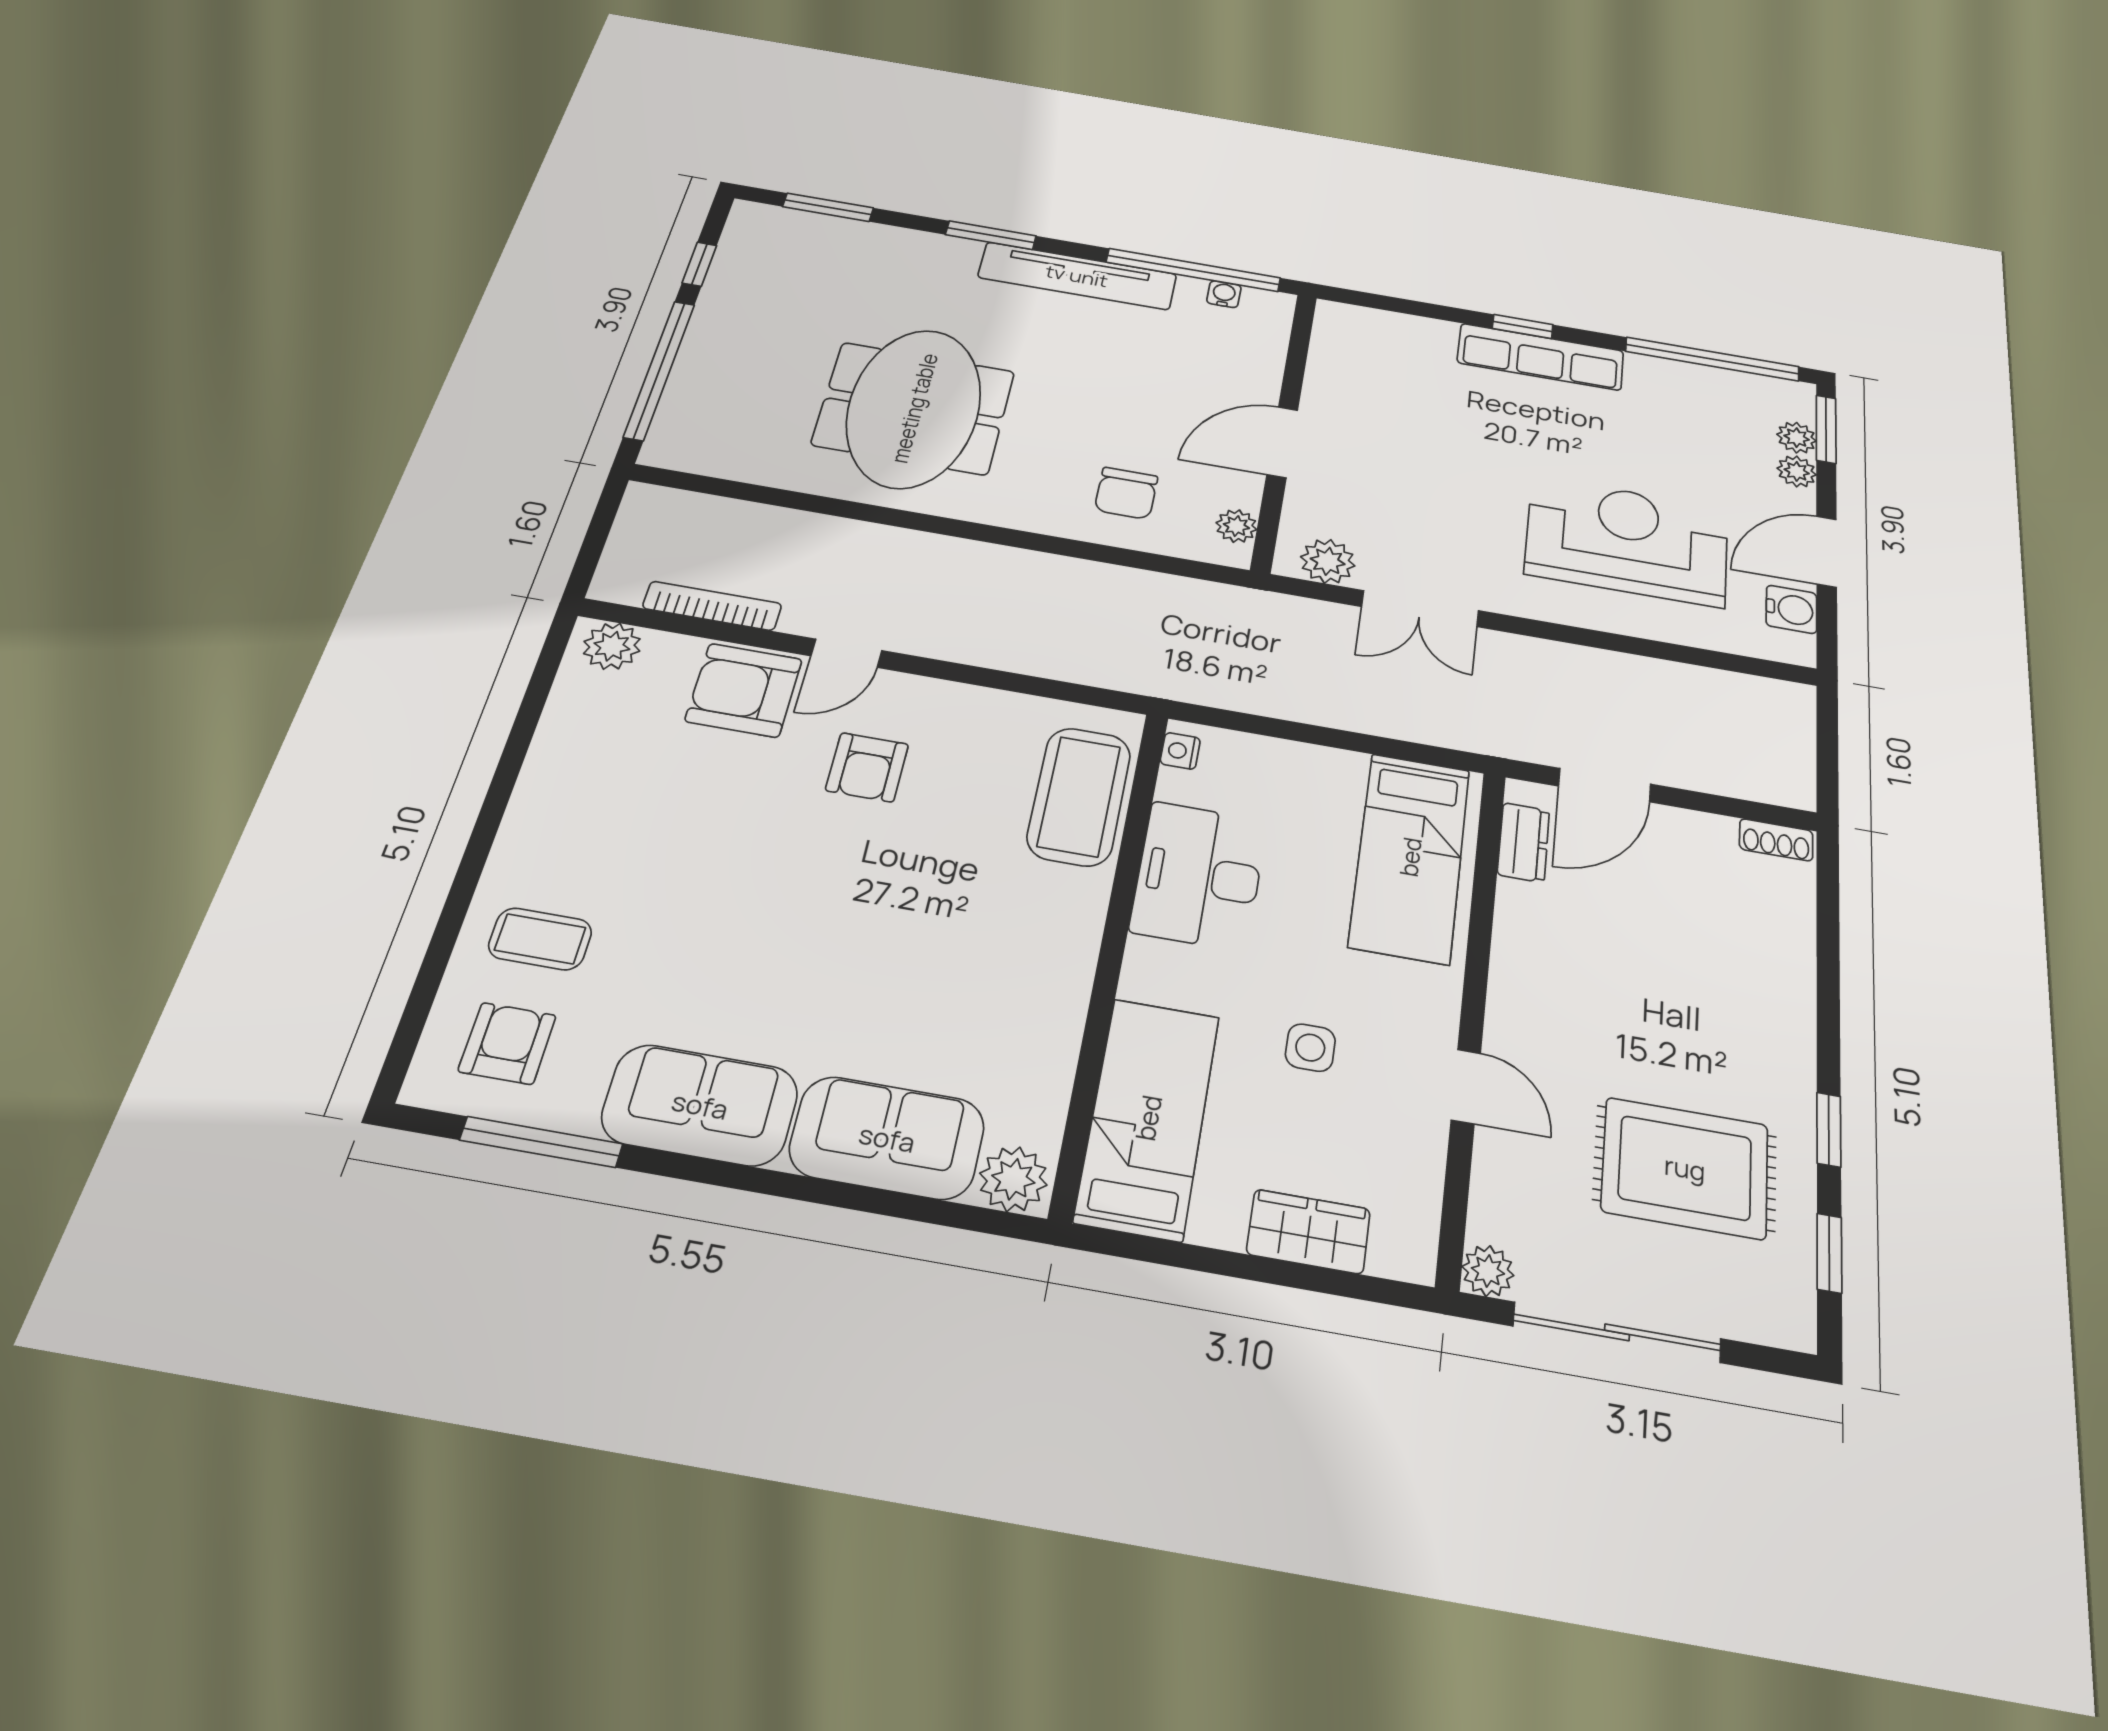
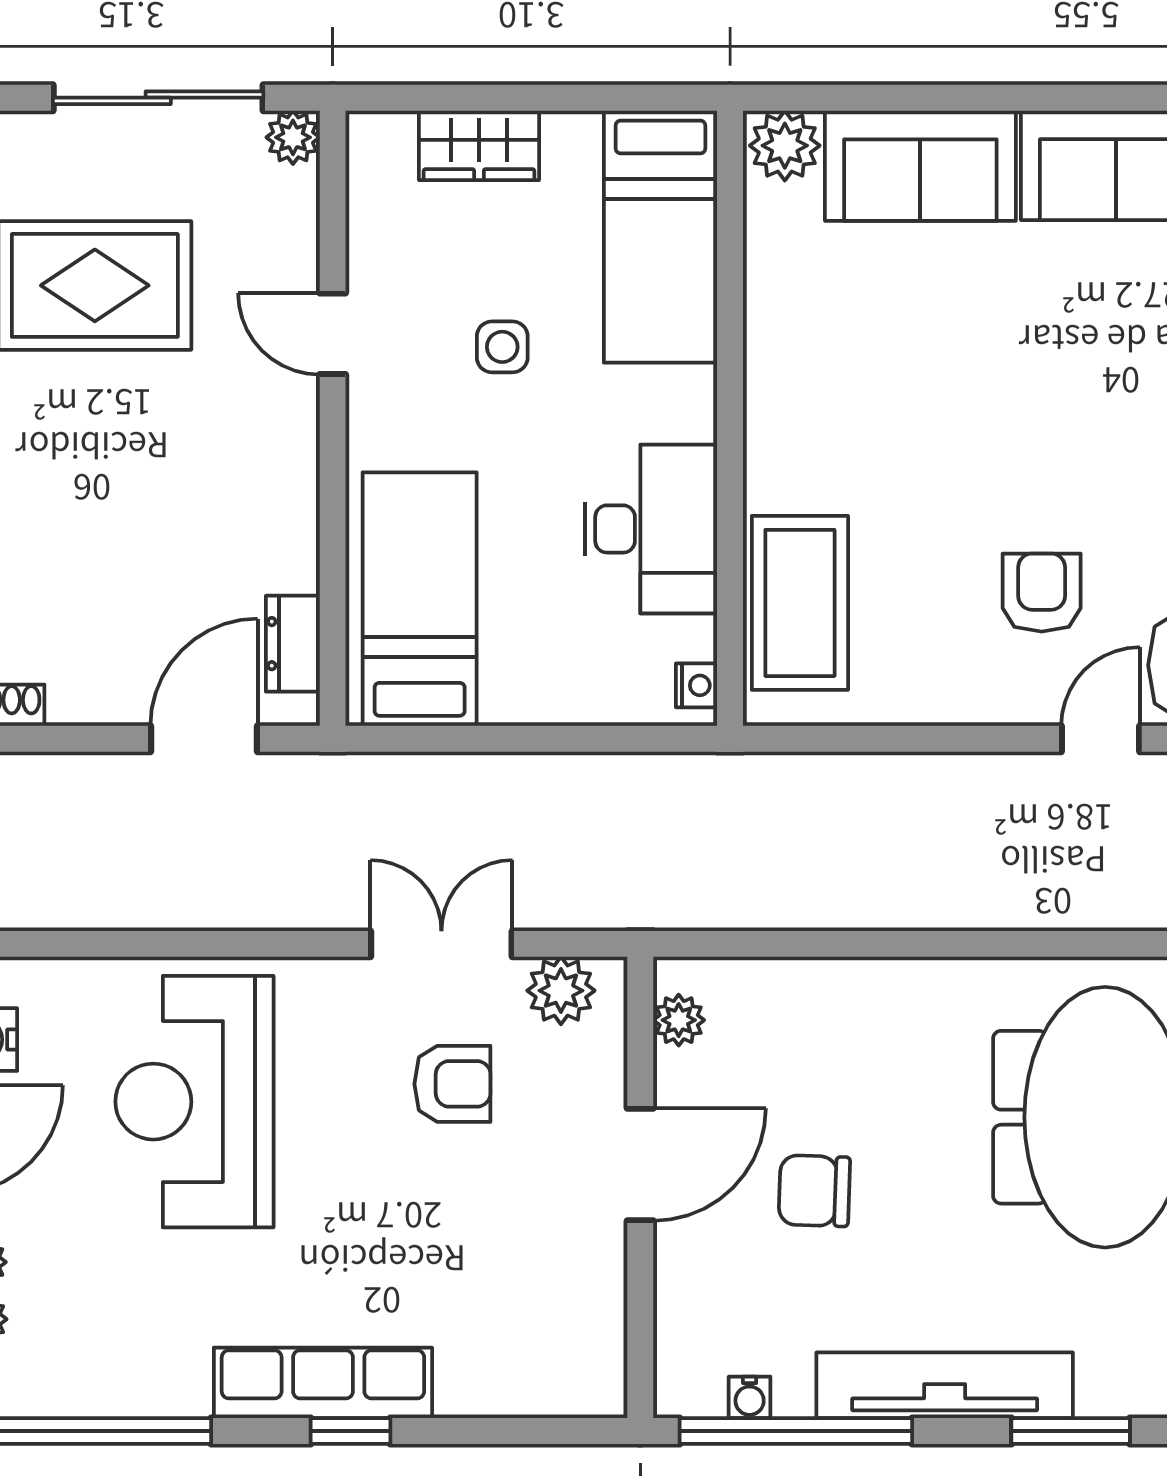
chair: (1126, 493) -> (814, 1191), moved, turned -88
armchair: (1422, 517) -> (452, 1084), added
reception desk: (1627, 541) -> (194, 1102), turned 90

